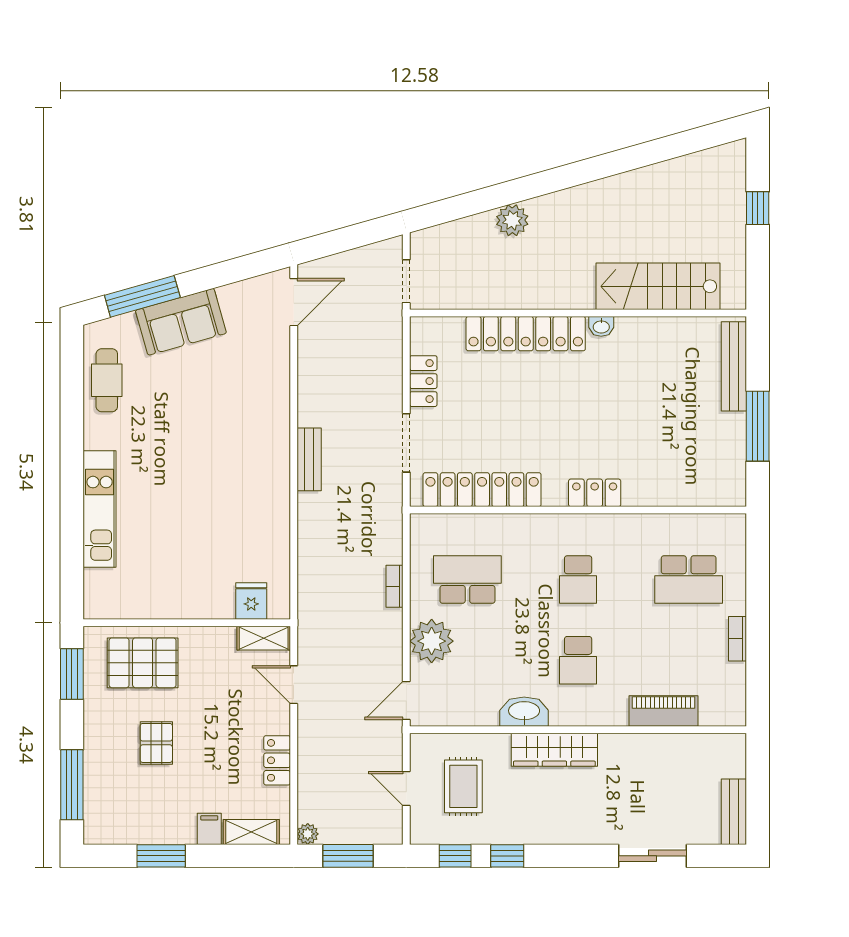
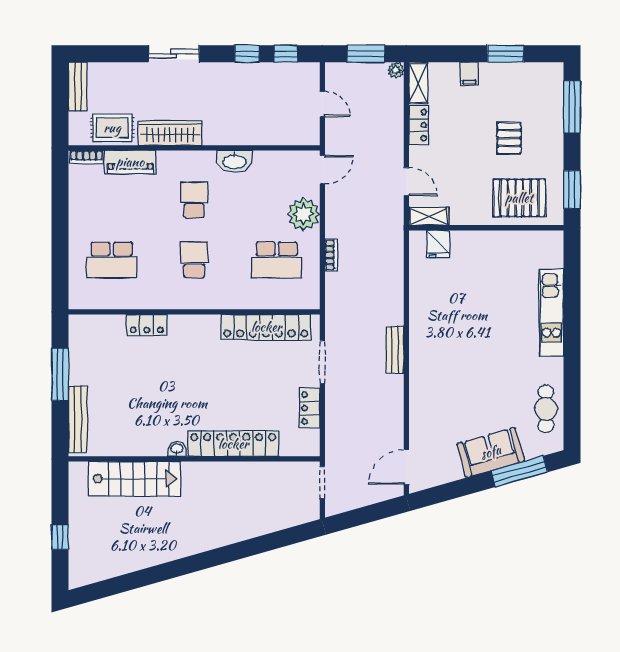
plant: (512, 220) -> (243, 528), removed
locker: (595, 493) -> (147, 325), moved
school desk: (689, 580) -> (112, 260), turned 180
bookcase: (737, 639) -> (86, 157), moved, turned 90
wardrobe: (554, 750) -> (170, 133), moved
rug: (463, 786) -> (112, 128), moved, turned 90
shelving: (251, 832) -> (418, 83), moved, turned 90
sliding door: (652, 856) -> (174, 54), moved

